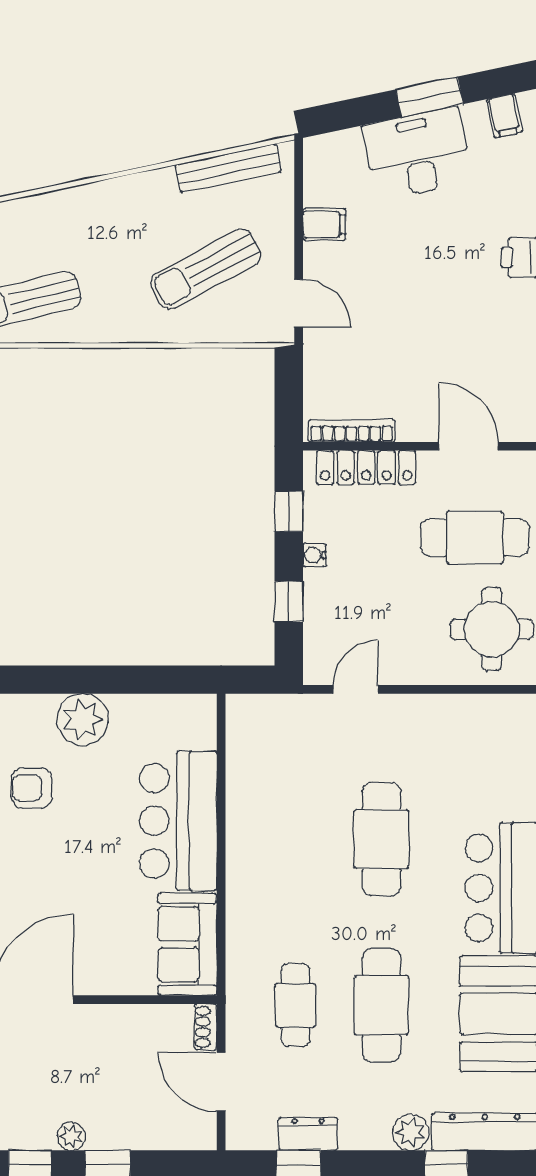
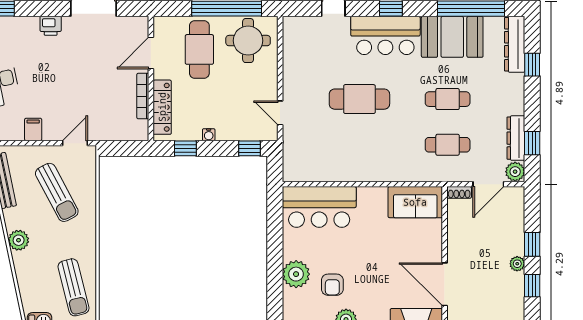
plant: (116, 197) -> (19, 240), added
bookcase: (352, 431) -> (143, 96), moved
window: (289, 602) -> (250, 148), moved
plant: (83, 720) -> (296, 274), moved
bar counter: (178, 821) -> (319, 207), moved
cafe table: (381, 1005) -> (448, 99), width x0.73, depth x0.74
plant: (411, 1132) -> (515, 172), moved
dresser: (308, 1134) -> (516, 138), width x1.44

